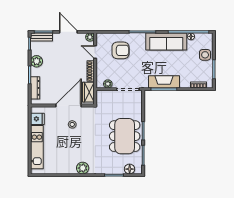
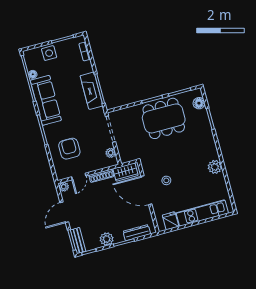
plant: (83, 168) -> (215, 167), moved

